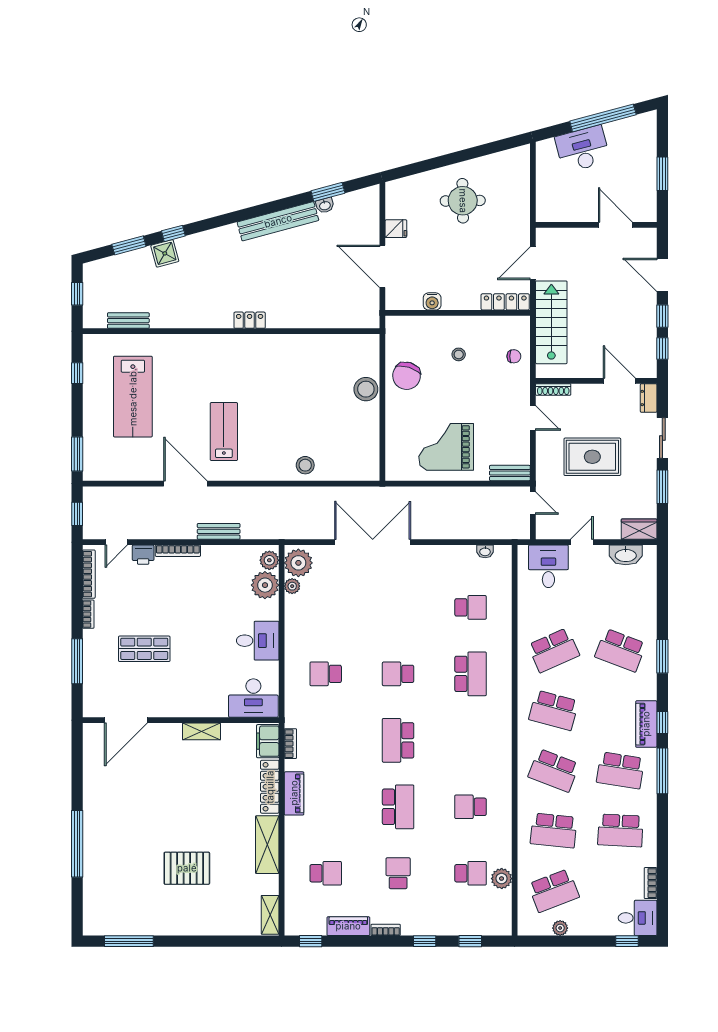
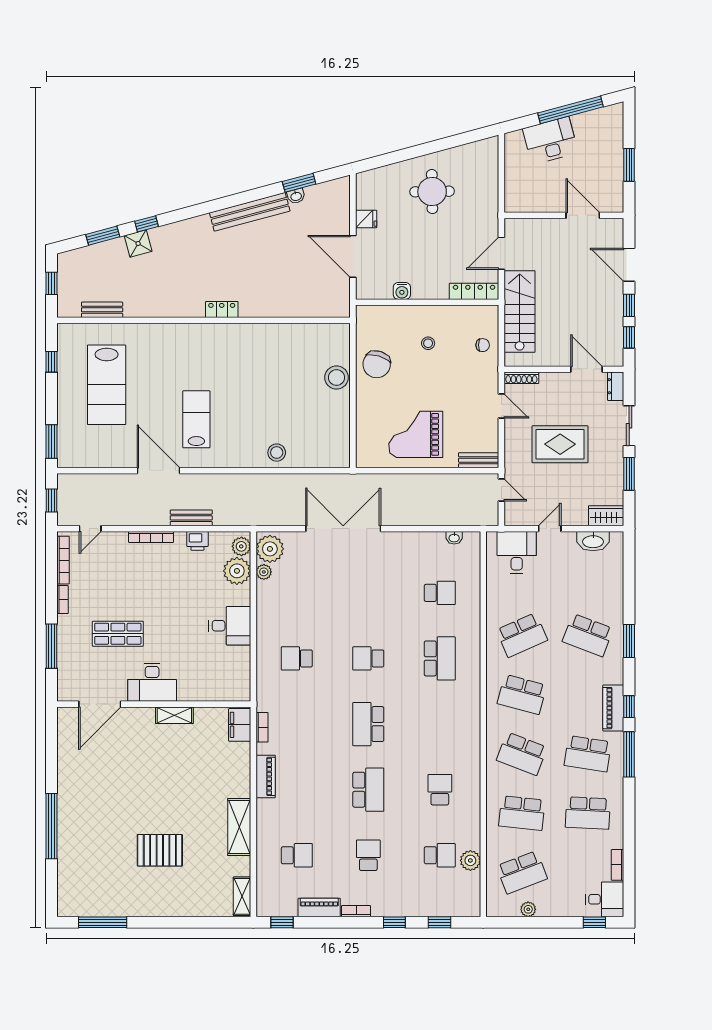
printer: (143, 555) -> (197, 541), moved
desk: (253, 698) -> (152, 682), moved
locker: (270, 787) -> (242, 770), removed
school desk: (471, 807) -> (440, 790), turned 90

